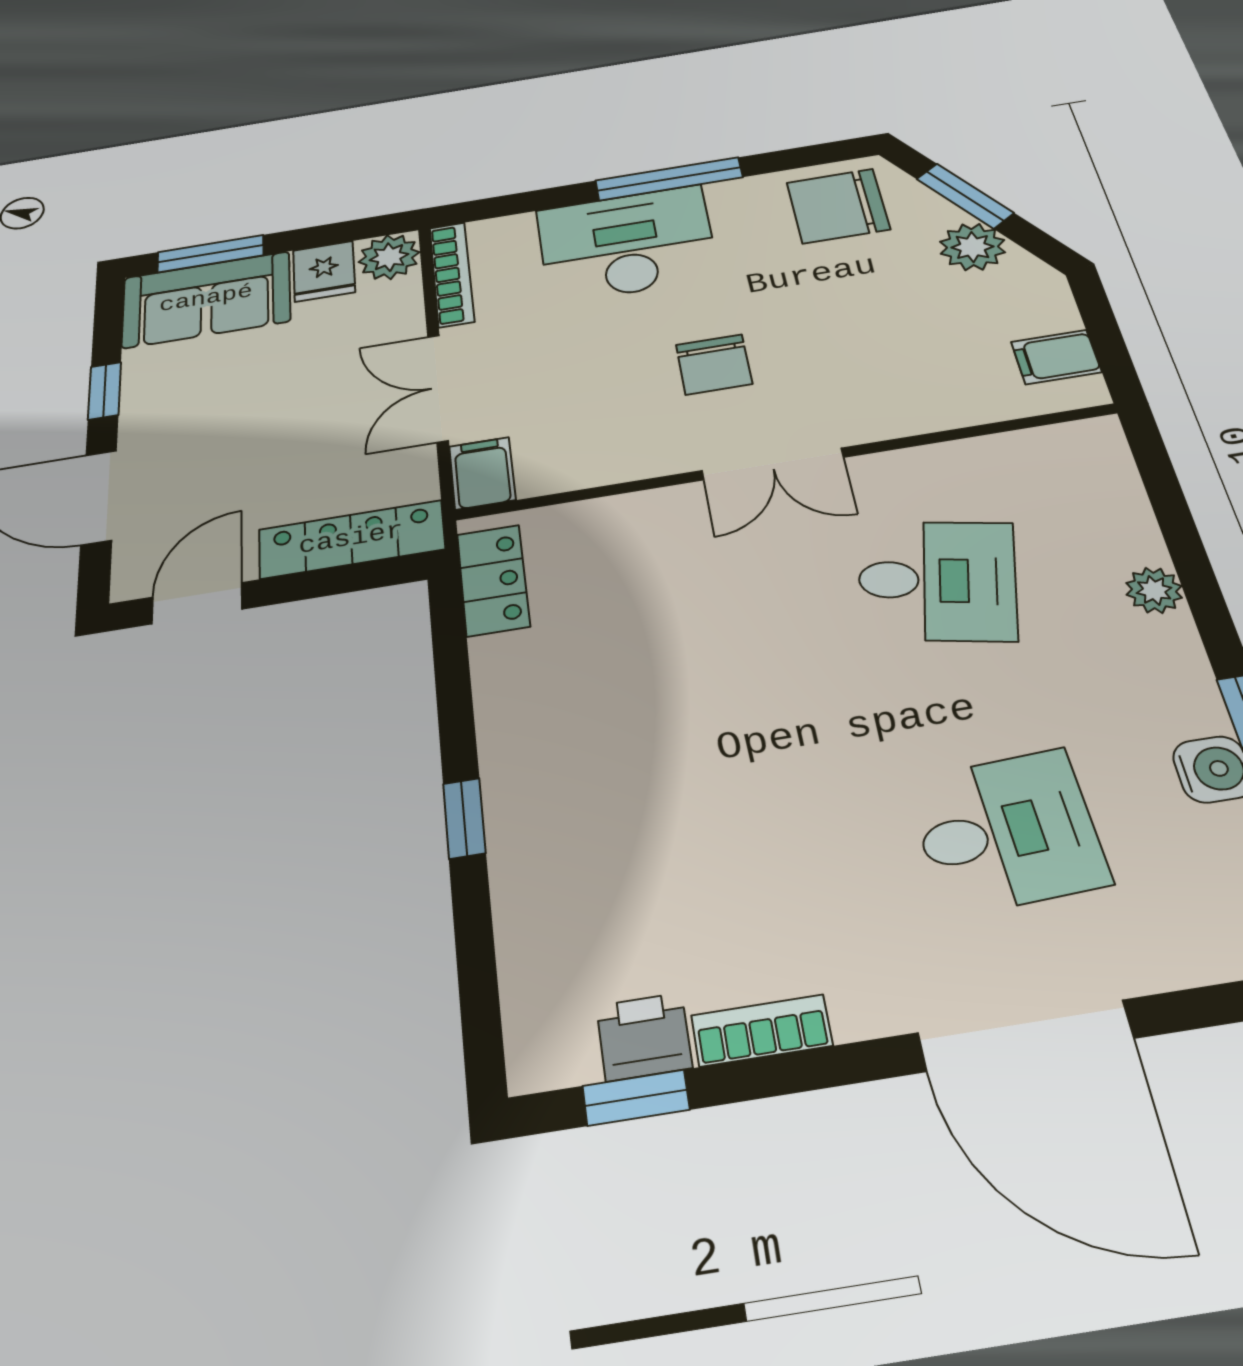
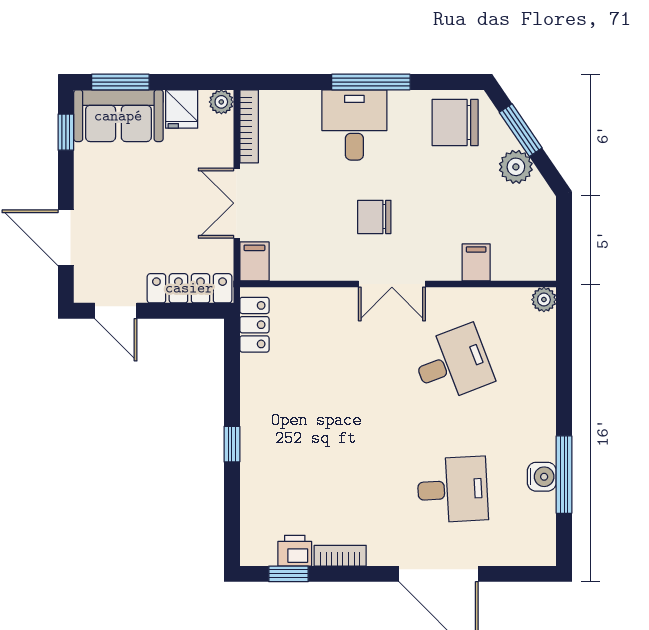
desk: (627, 244) -> (354, 125), width x0.73
plant: (389, 257) -> (221, 102), width x0.73, depth x0.73
filing cabinet: (1056, 357) -> (476, 262), moved, turned 90
chair: (714, 364) -> (374, 217), turned 90
window: (104, 391) -> (66, 132), moved
desk: (937, 580) -> (453, 364), turned -33
plant: (1154, 590) -> (544, 300), moved
door: (197, 603) -> (116, 311), swing flipped

